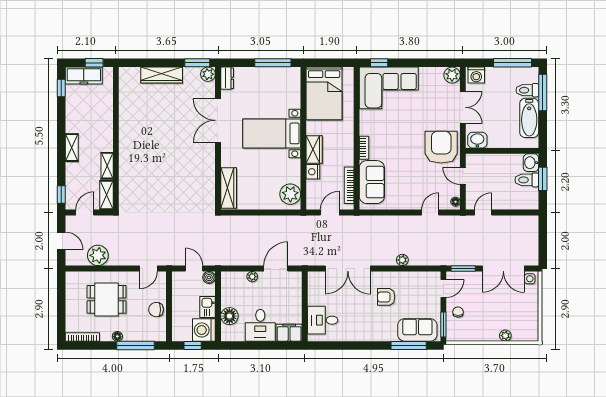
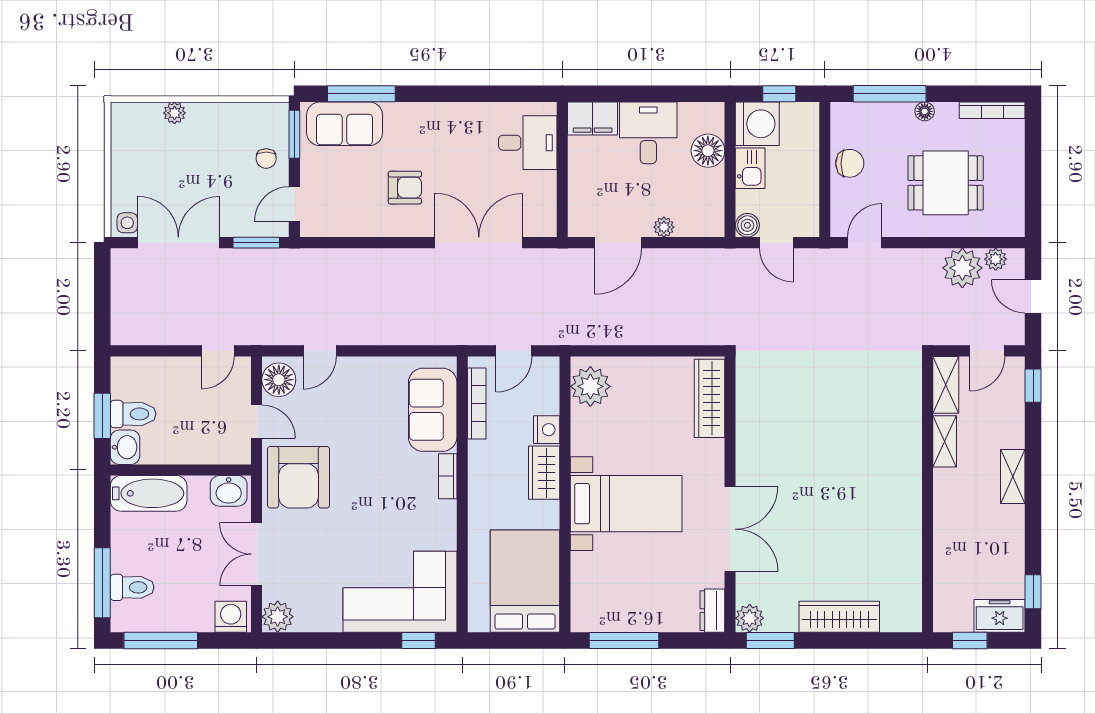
freezer: (84, 76) -> (1000, 616), width x0.71
bathtub: (529, 118) -> (149, 493), moved, turned 90
floor lamp: (456, 202) -> (279, 380), width x1.89, depth x1.89
plant: (402, 260) -> (996, 259), moved

